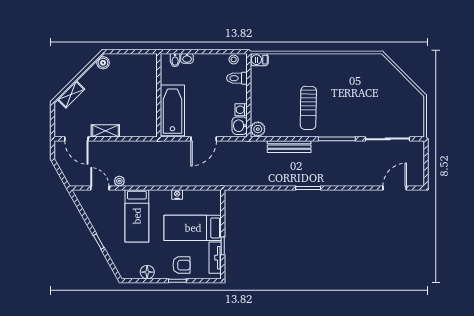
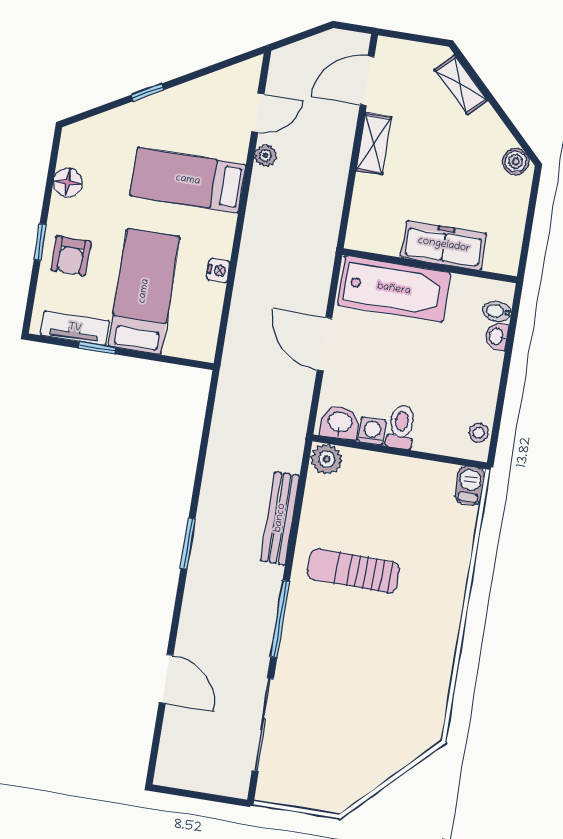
toilet: (237, 78) -> (401, 427), moved
freezer: (148, 90) -> (444, 245), added
door: (395, 188) -> (166, 679), moved

